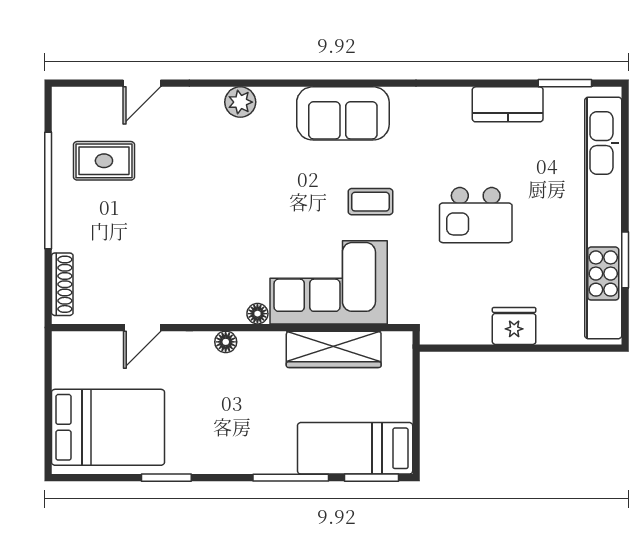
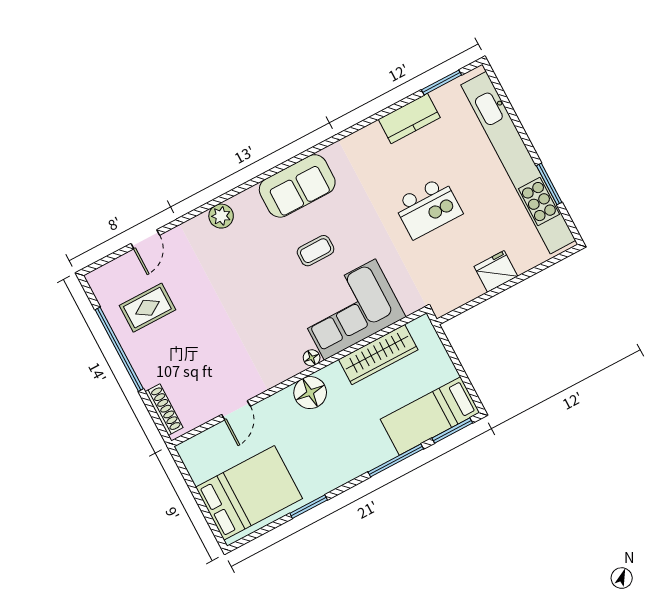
coffee table: (370, 202) -> (316, 251), moved
floor lamp: (226, 342) -> (310, 393), width x1.89, depth x1.89

